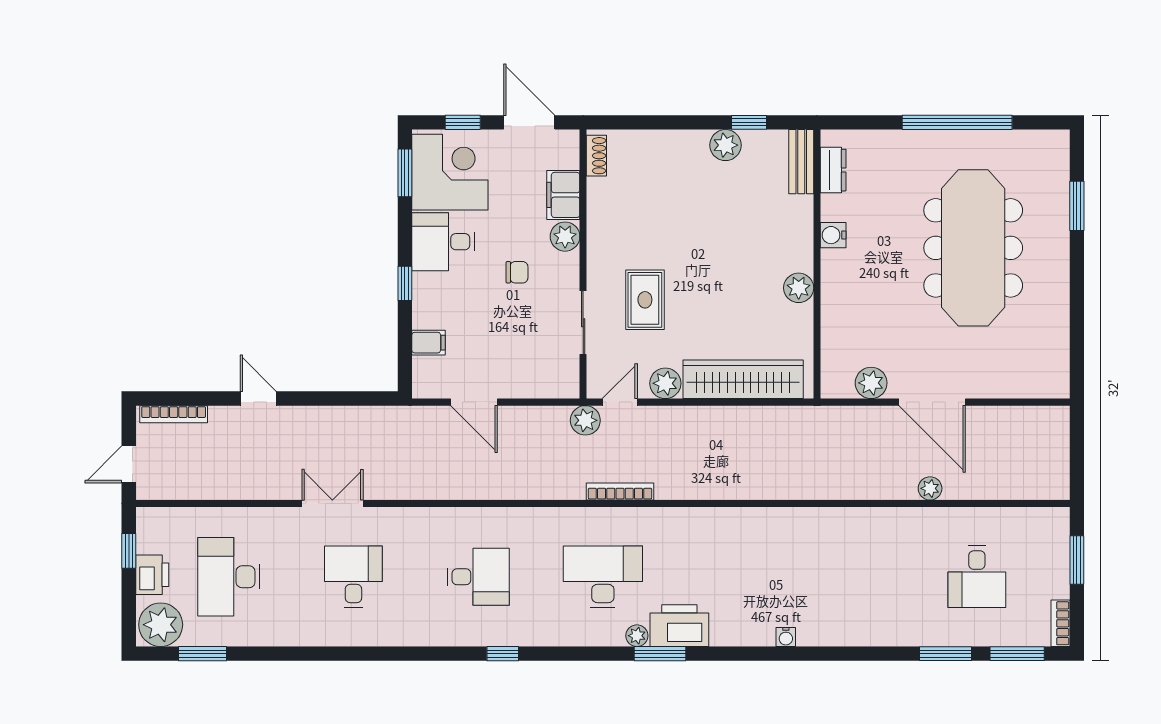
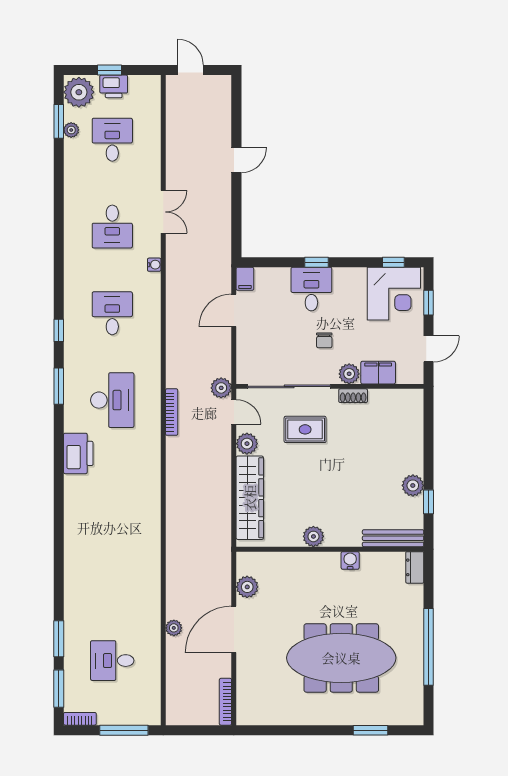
door: (529, 122) -> (429, 349), width x0.73
shoe rack: (596, 156) -> (353, 396), moved
bench: (801, 162) -> (393, 538), width x1.36
dresser: (833, 170) -> (415, 567), moved, turned 90
window: (405, 173) -> (393, 262), width x0.67
desk: (443, 242) -> (311, 289), moved
sliding door: (583, 323) -> (289, 386), width x1.86
filing cabinet: (429, 343) -> (245, 279), moved
bookcase: (174, 414) -> (225, 702), moved
window: (129, 551) -> (109, 70), moved
window: (1077, 560) -> (124, 730), width x1.44
desk: (229, 577) -> (112, 140), width x0.73
desk: (353, 577) -> (112, 226), turned 90
desk: (478, 577) -> (112, 313), turned 180
plant: (637, 636) -> (71, 130), moved
water cooler: (786, 637) -> (154, 265), moved, turned 180
window: (660, 654) -> (59, 386), moved

